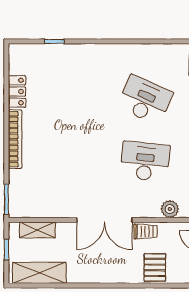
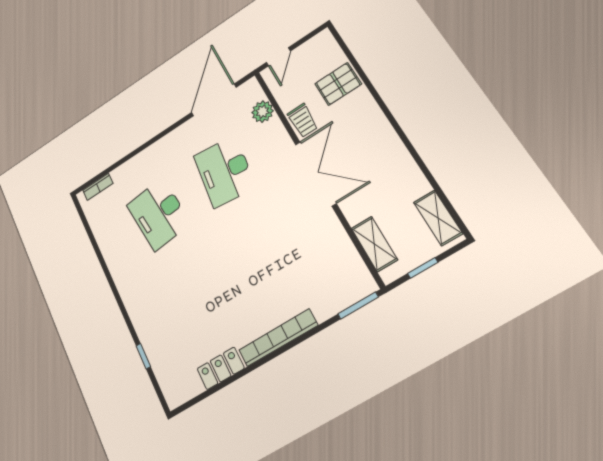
desk: (145, 100) -> (159, 214), turned -30
trolley: (146, 231) -> (303, 120), turned 180
shelving: (39, 273) -> (438, 218), width x0.67, depth x0.75

